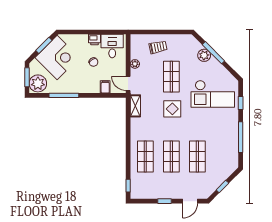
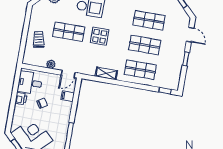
shelving: (135, 106) -> (106, 73), moved

